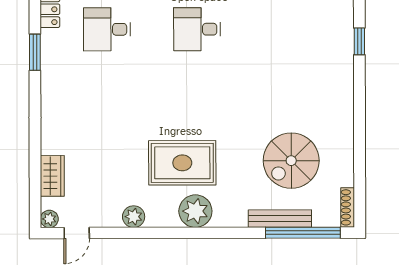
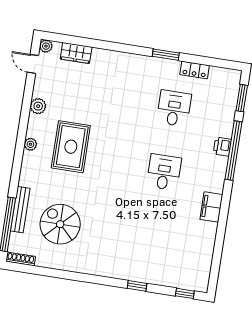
plant: (195, 211) -> (31, 144), width x0.53, depth x0.53

